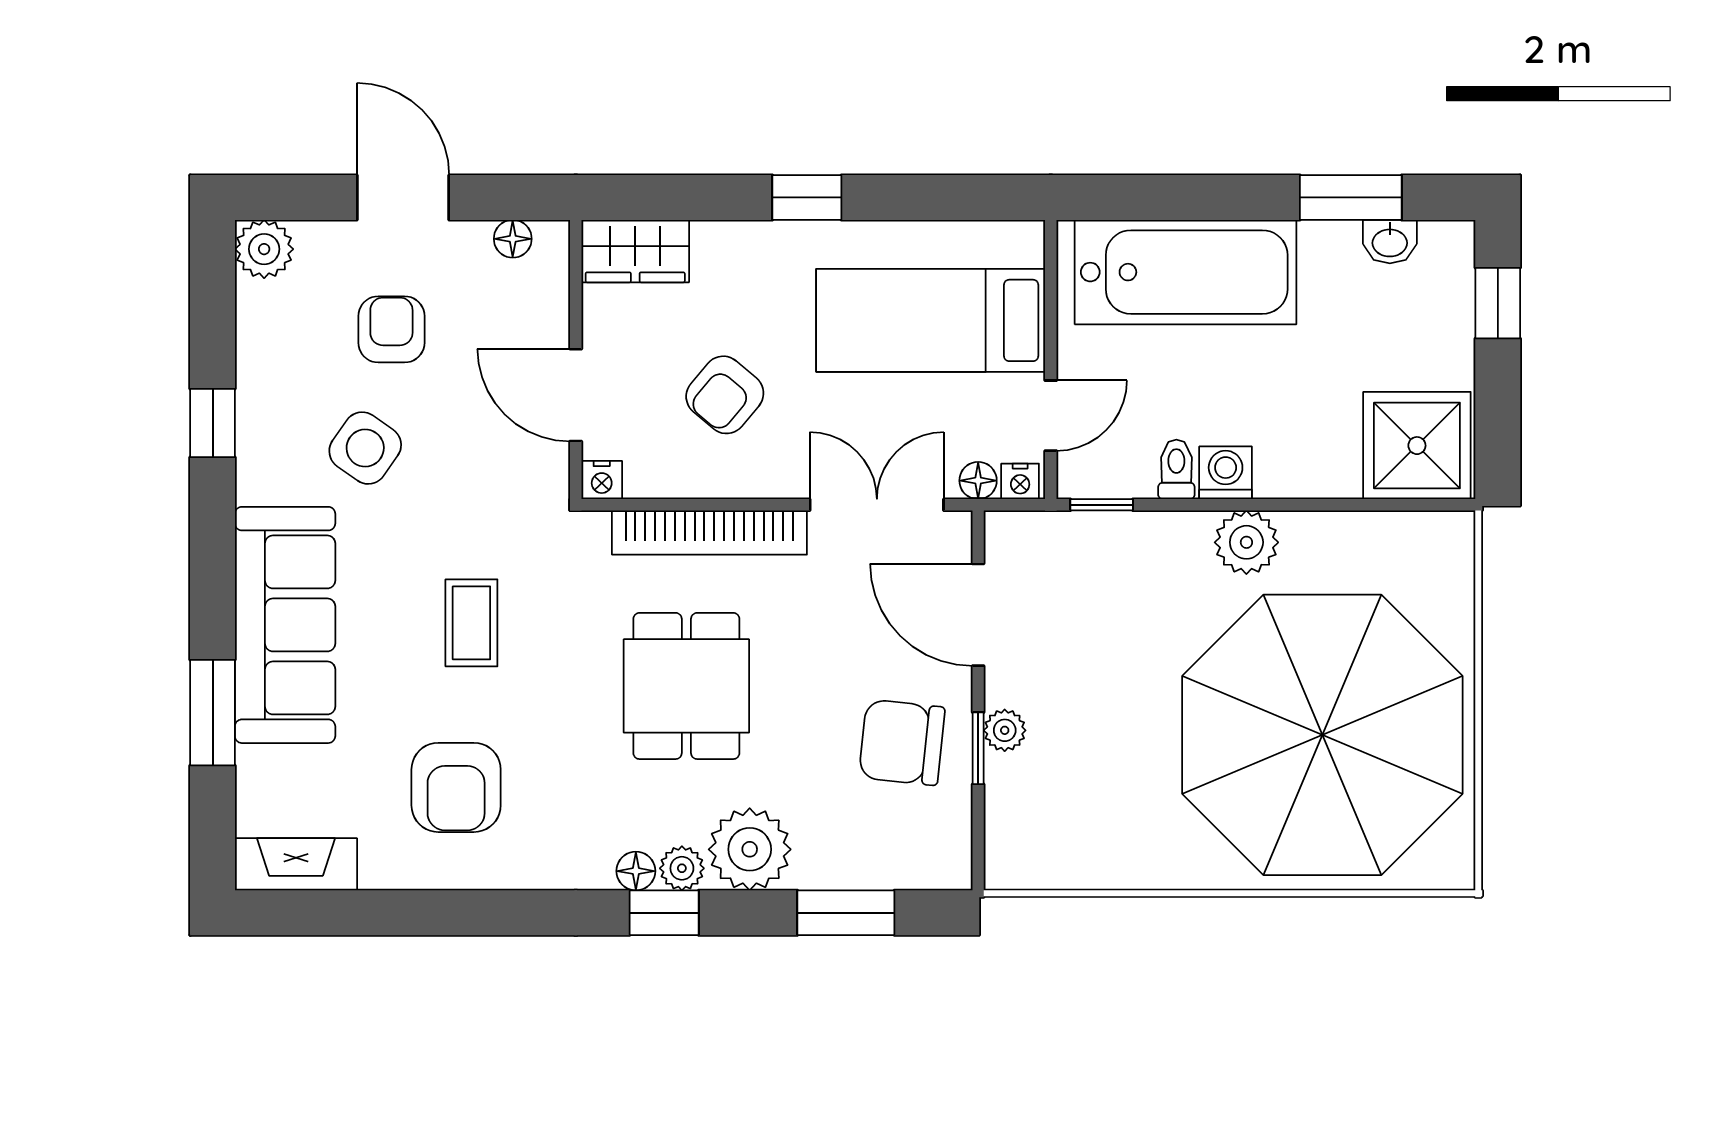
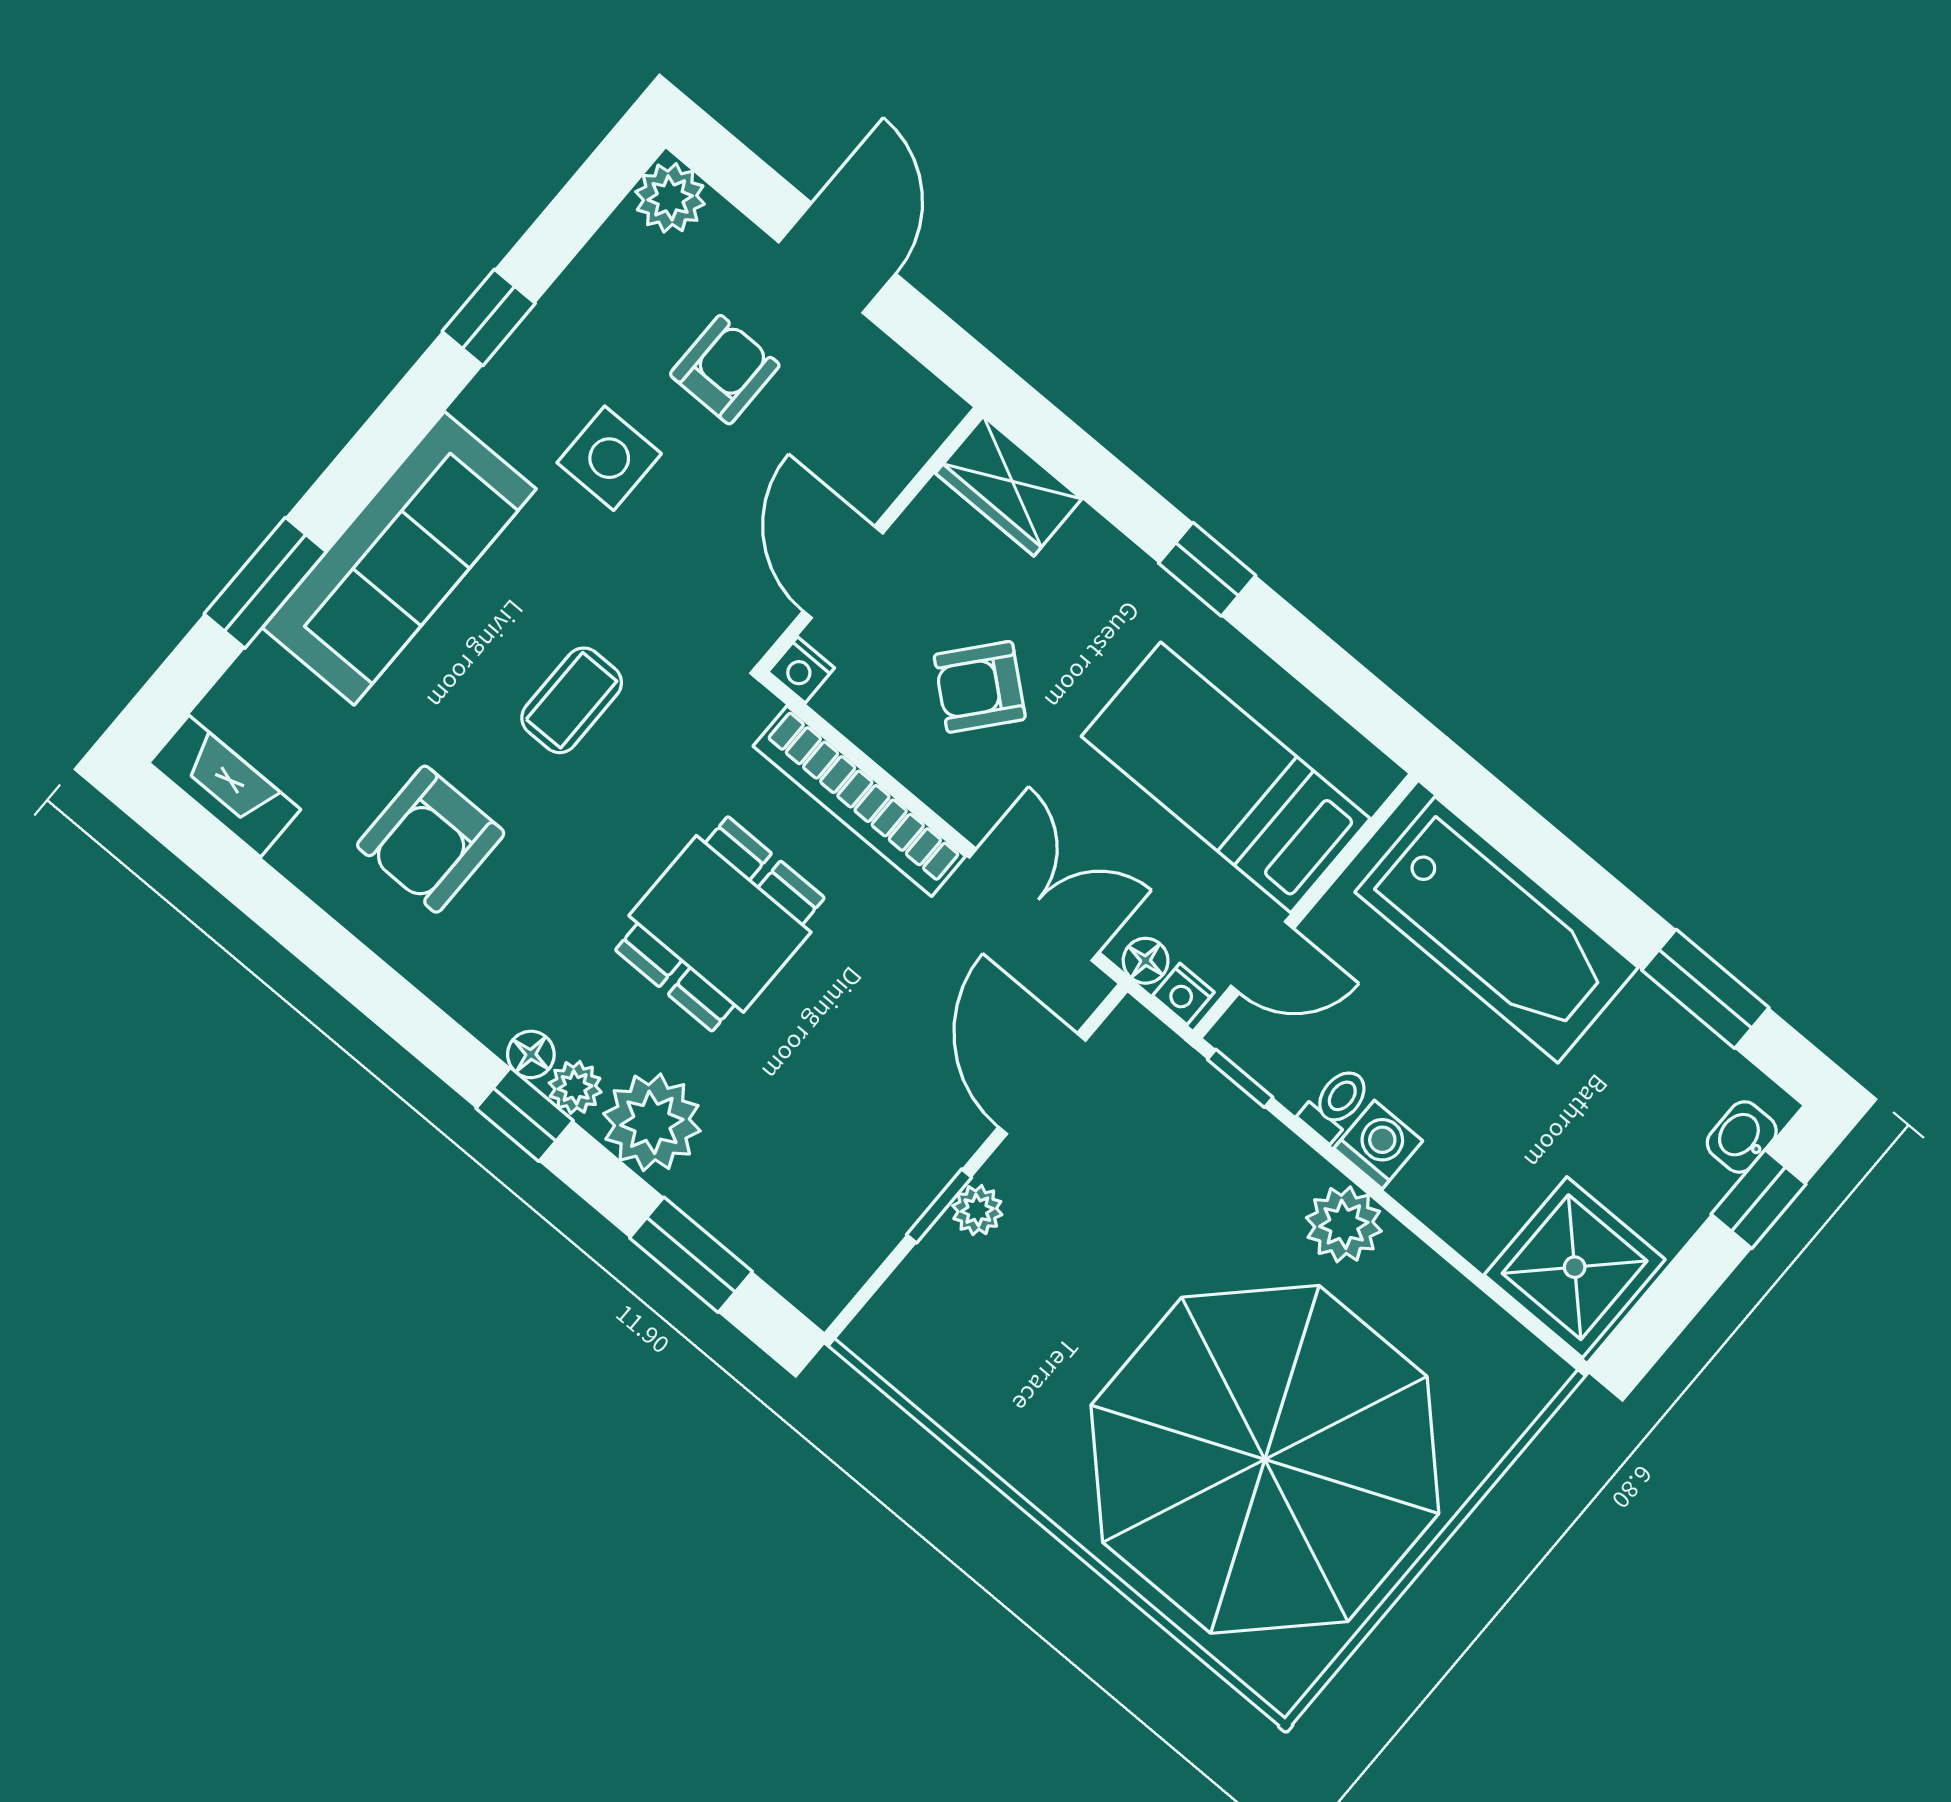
floor lamp: (513, 239) -> (906, 380), removed
washbasin: (1390, 242) -> (1742, 1137), moved, turned 90
side table: (365, 448) -> (609, 458), turned -35
chair: (902, 742) -> (874, 1142), removed

